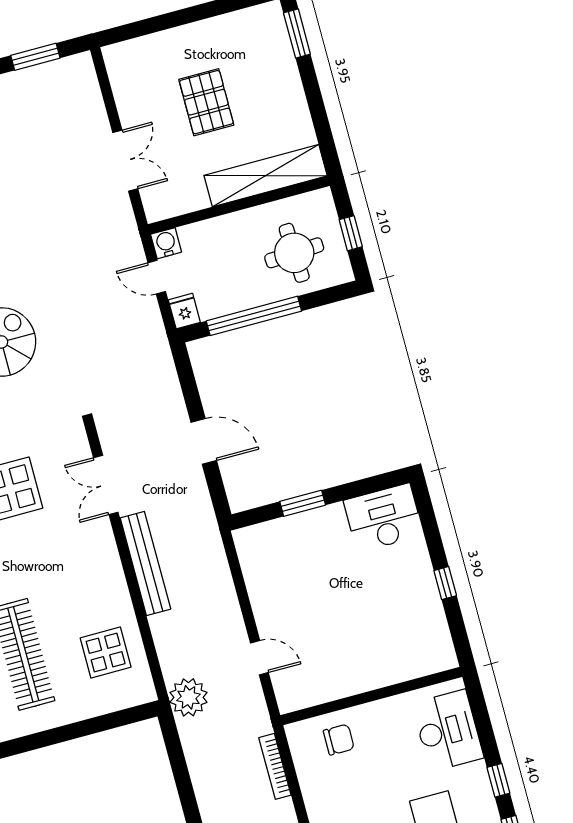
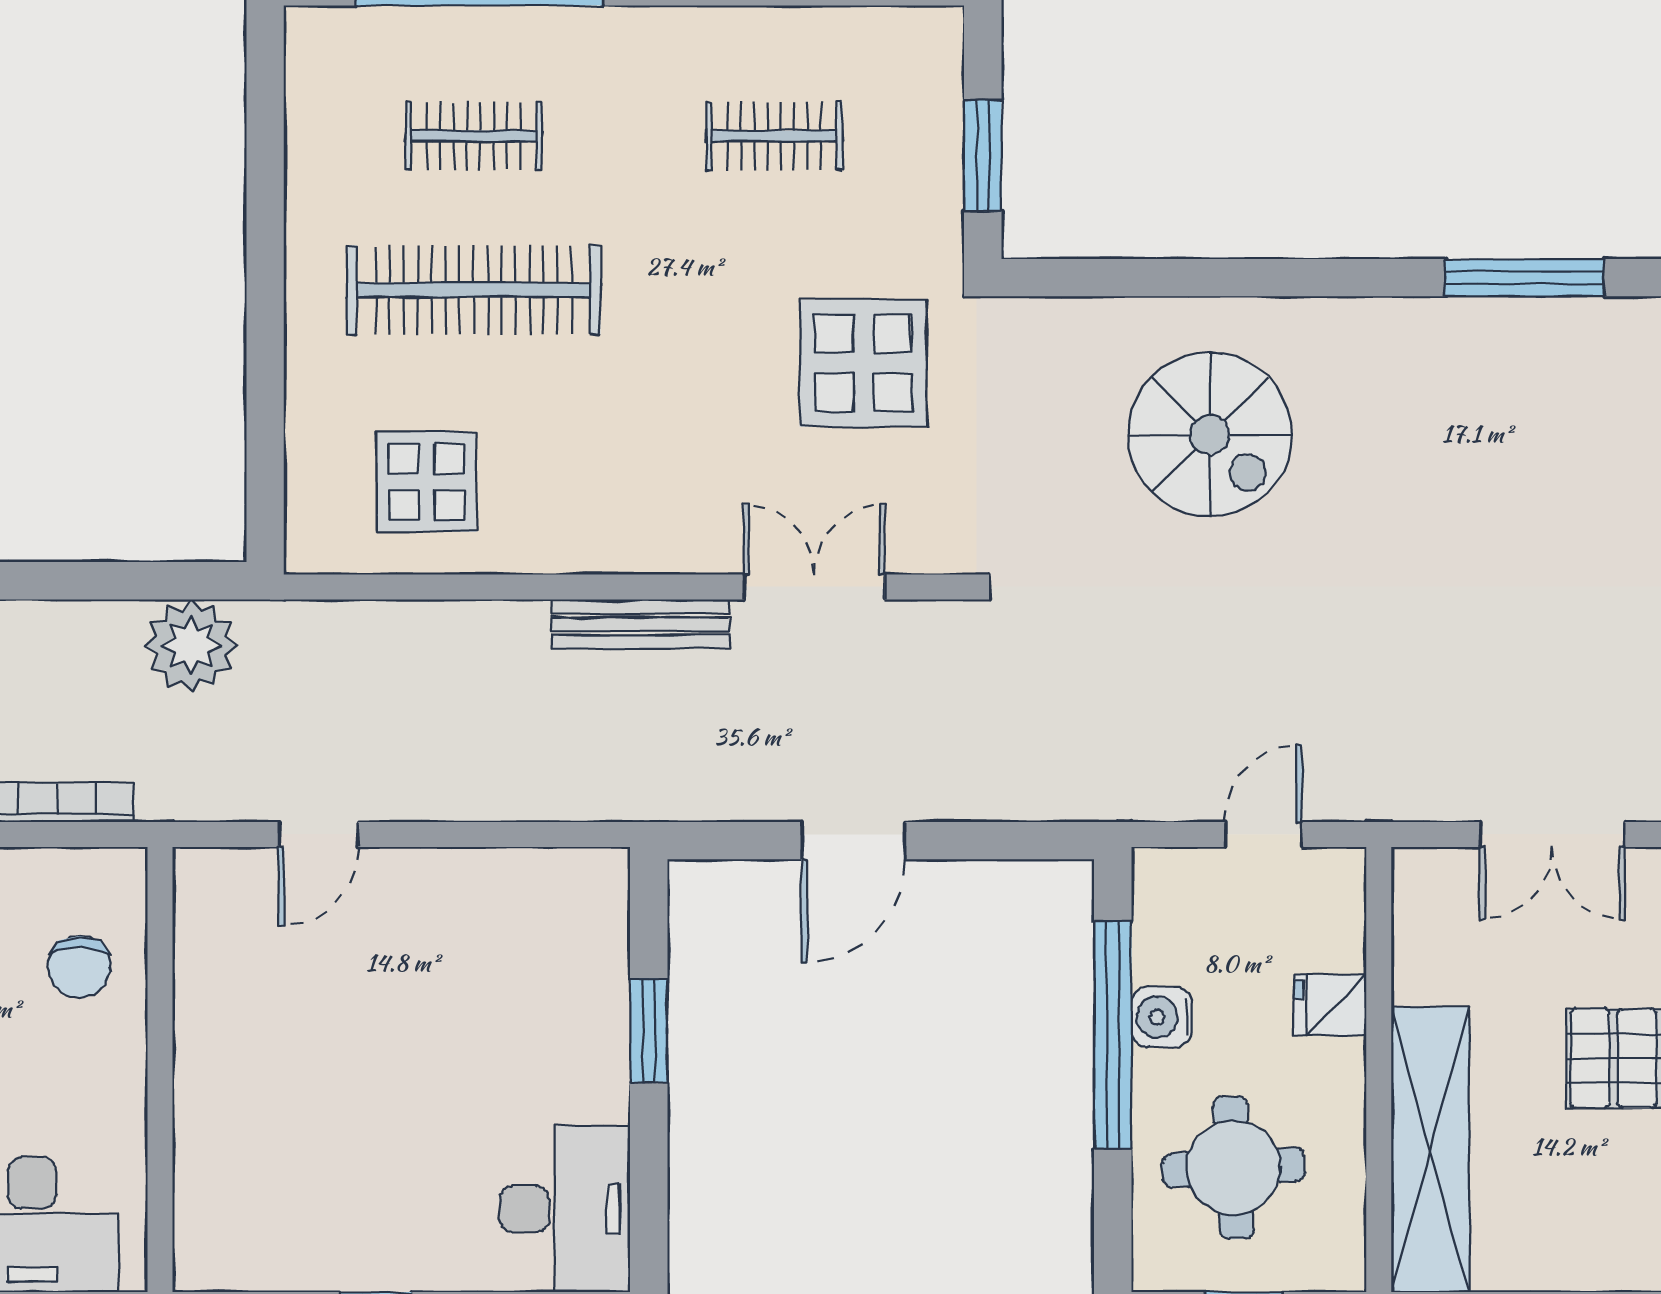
water cooler: (166, 243) -> (1162, 1017), moved, turned 180
fridge: (184, 311) -> (1330, 1005), moved, turned 180
bench: (145, 564) -> (640, 624), width x0.73, depth x0.82
plant: (188, 697) -> (191, 645), moved

